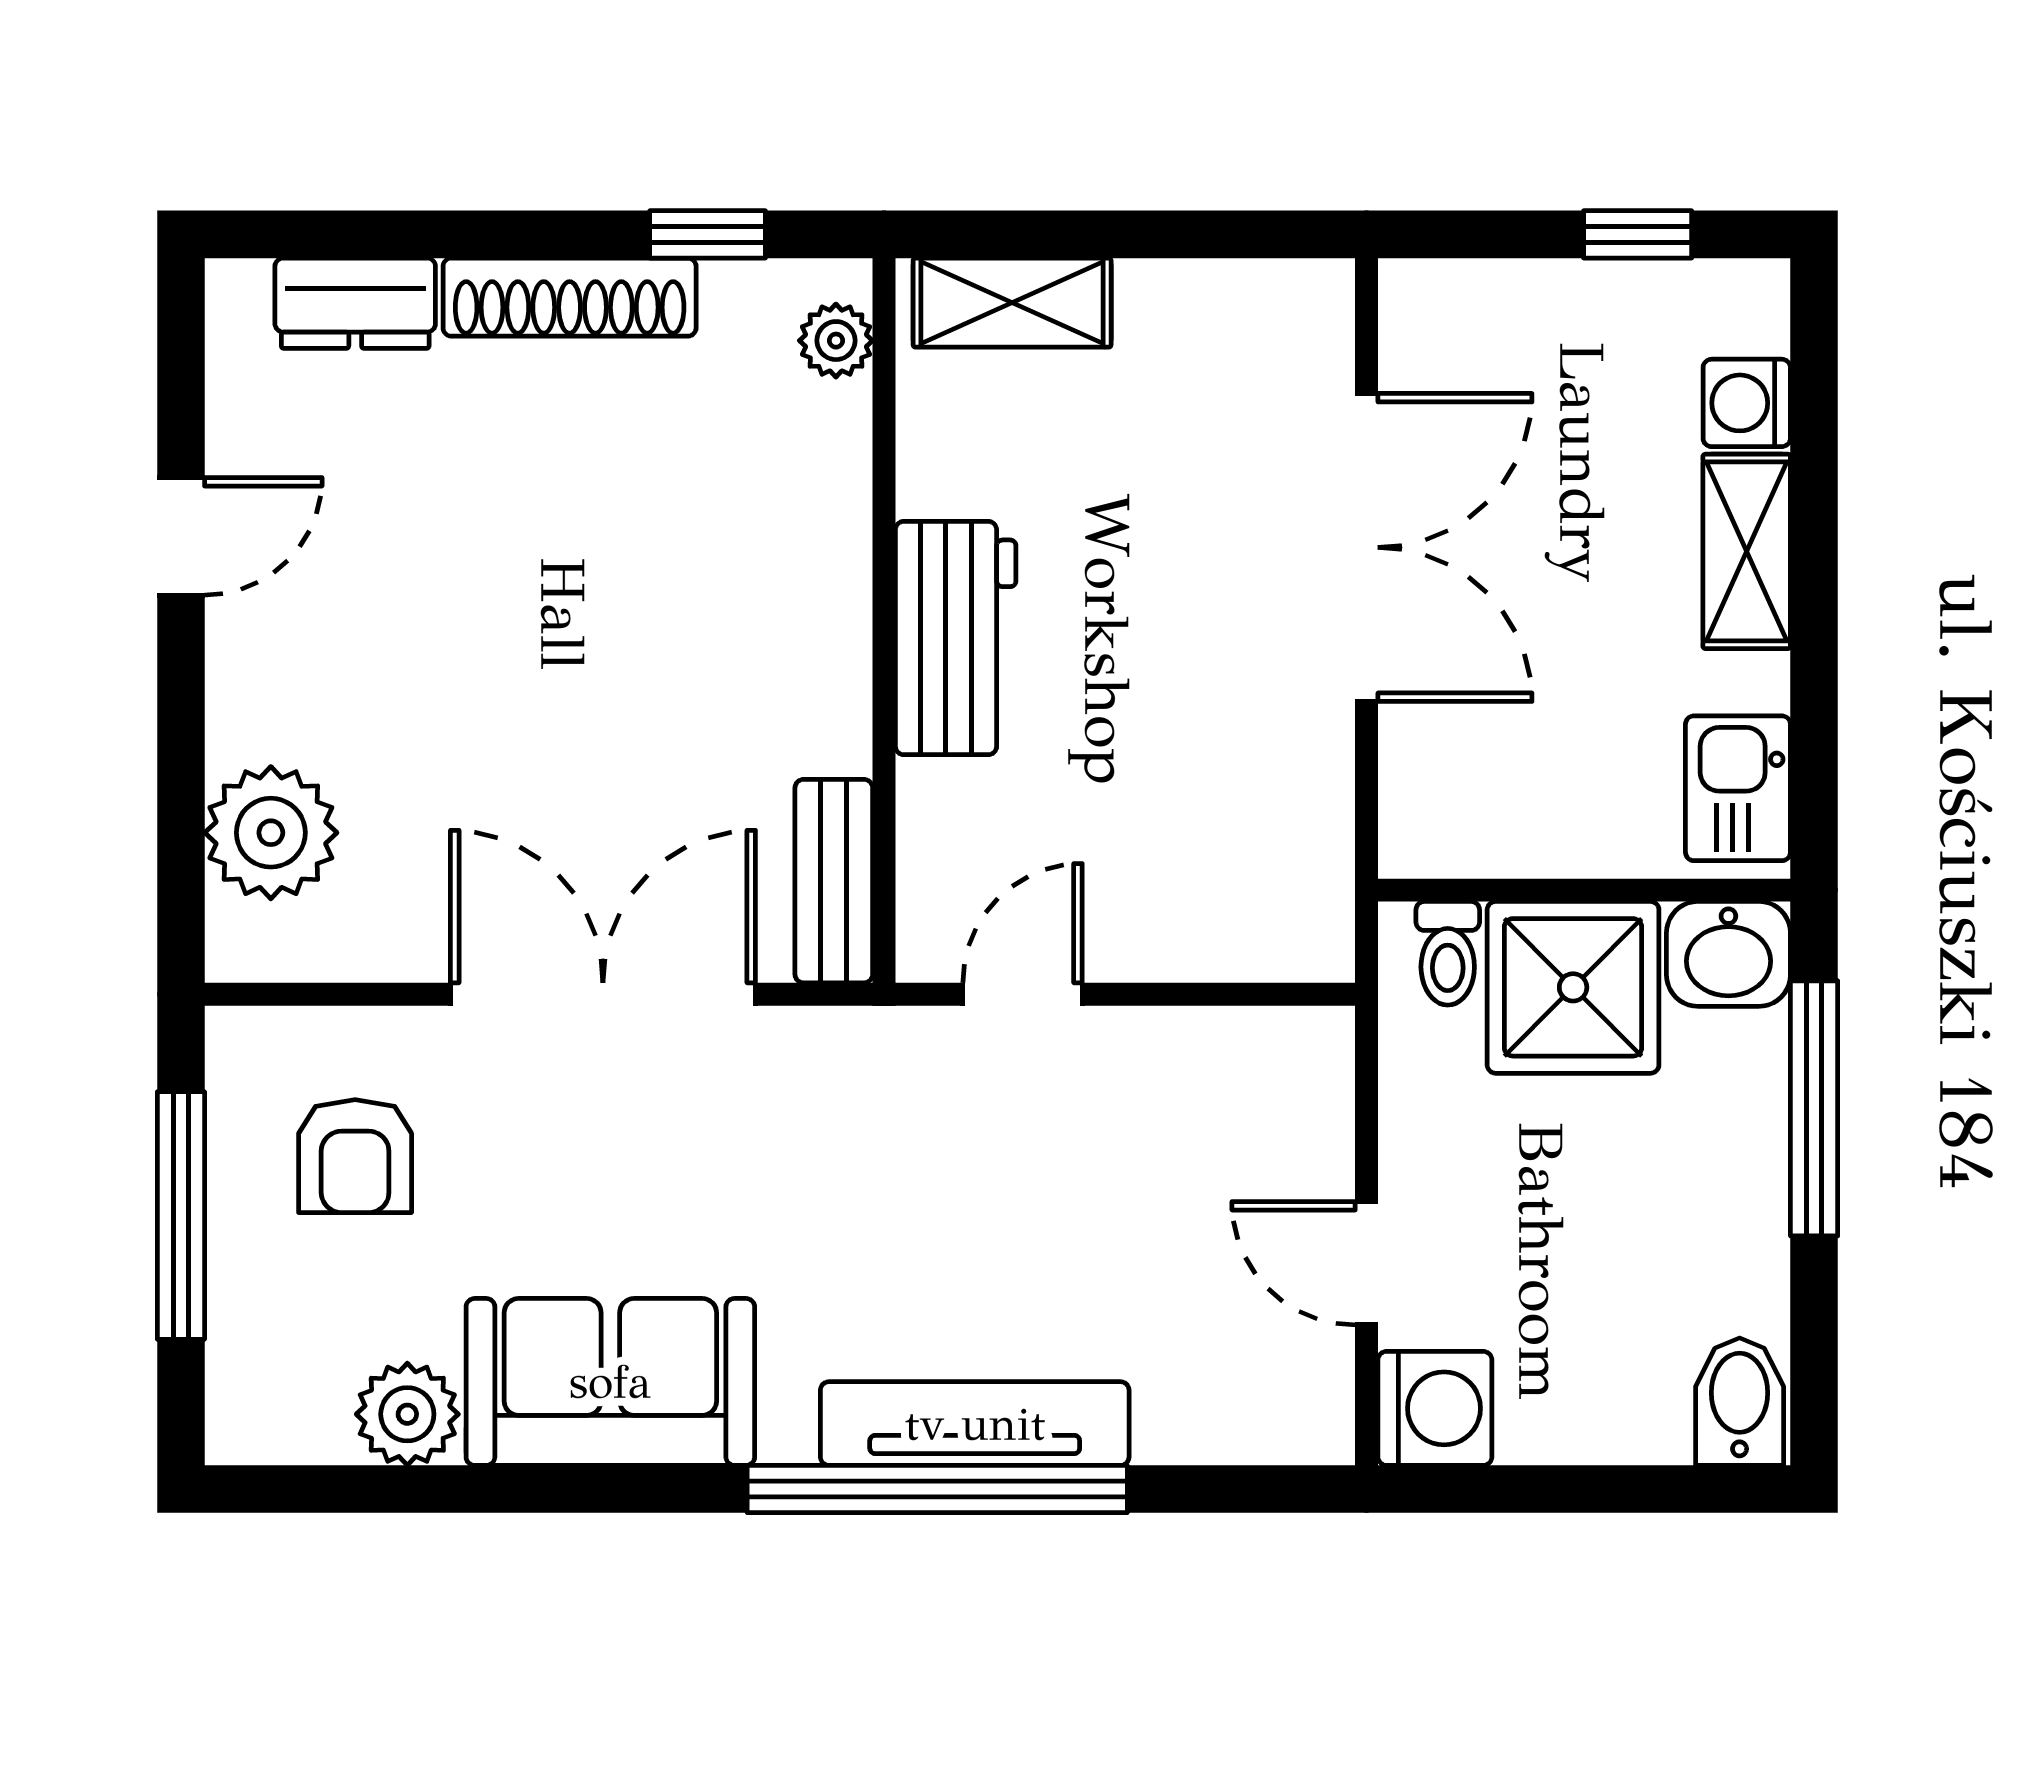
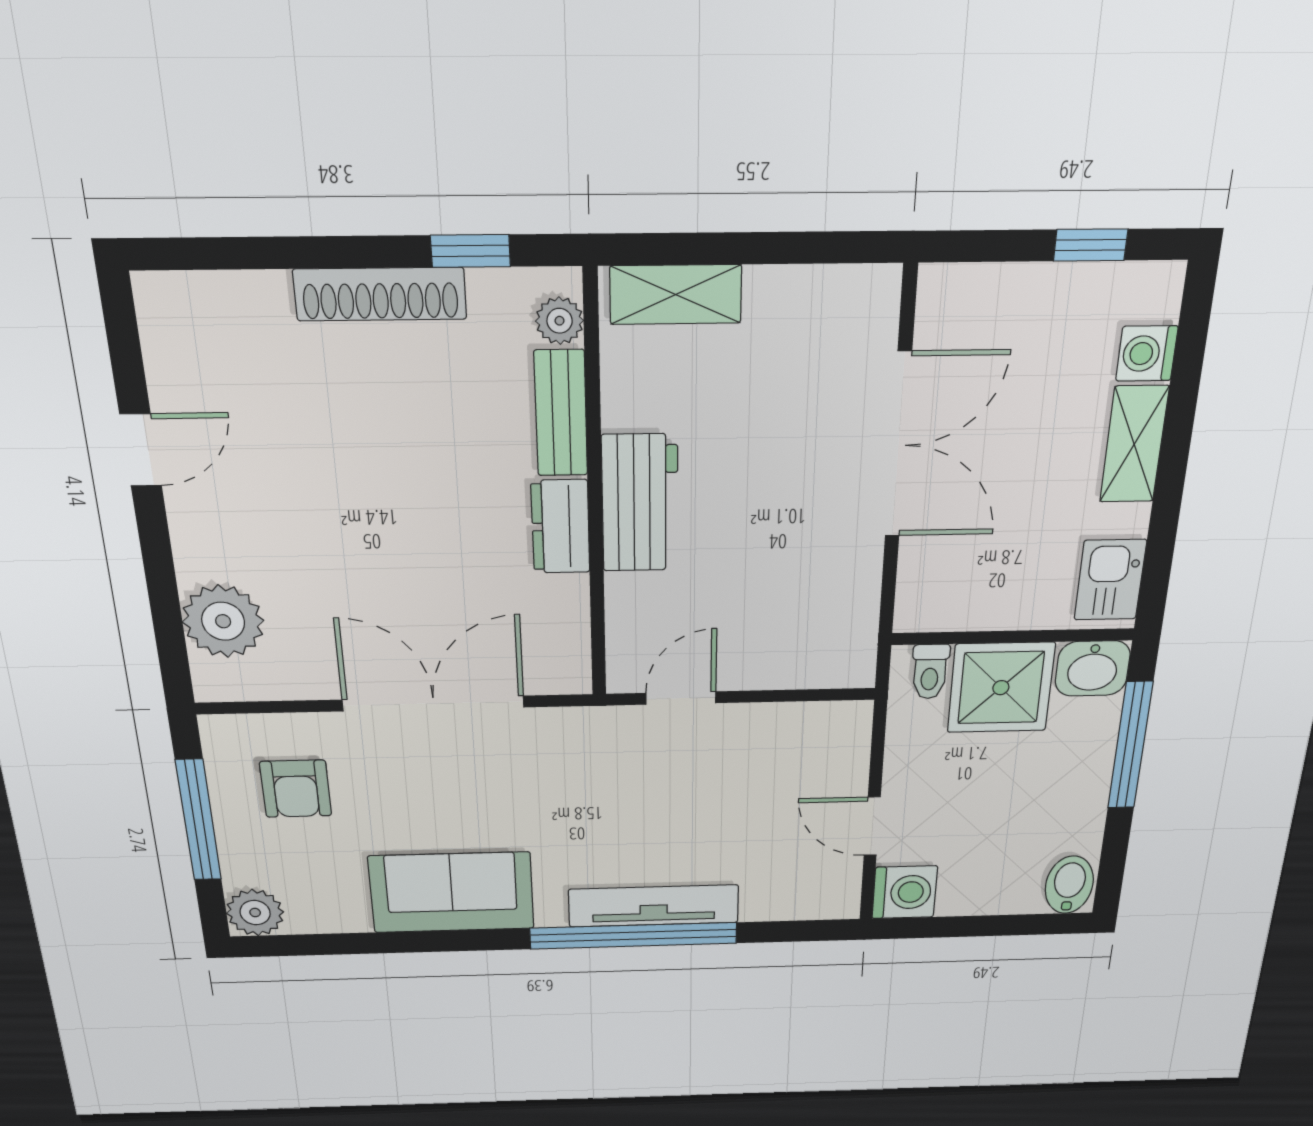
dresser: (355, 303) -> (561, 527), moved, turned 90
bench: (834, 881) -> (561, 413), moved
plant: (407, 1414) -> (255, 913), moved

